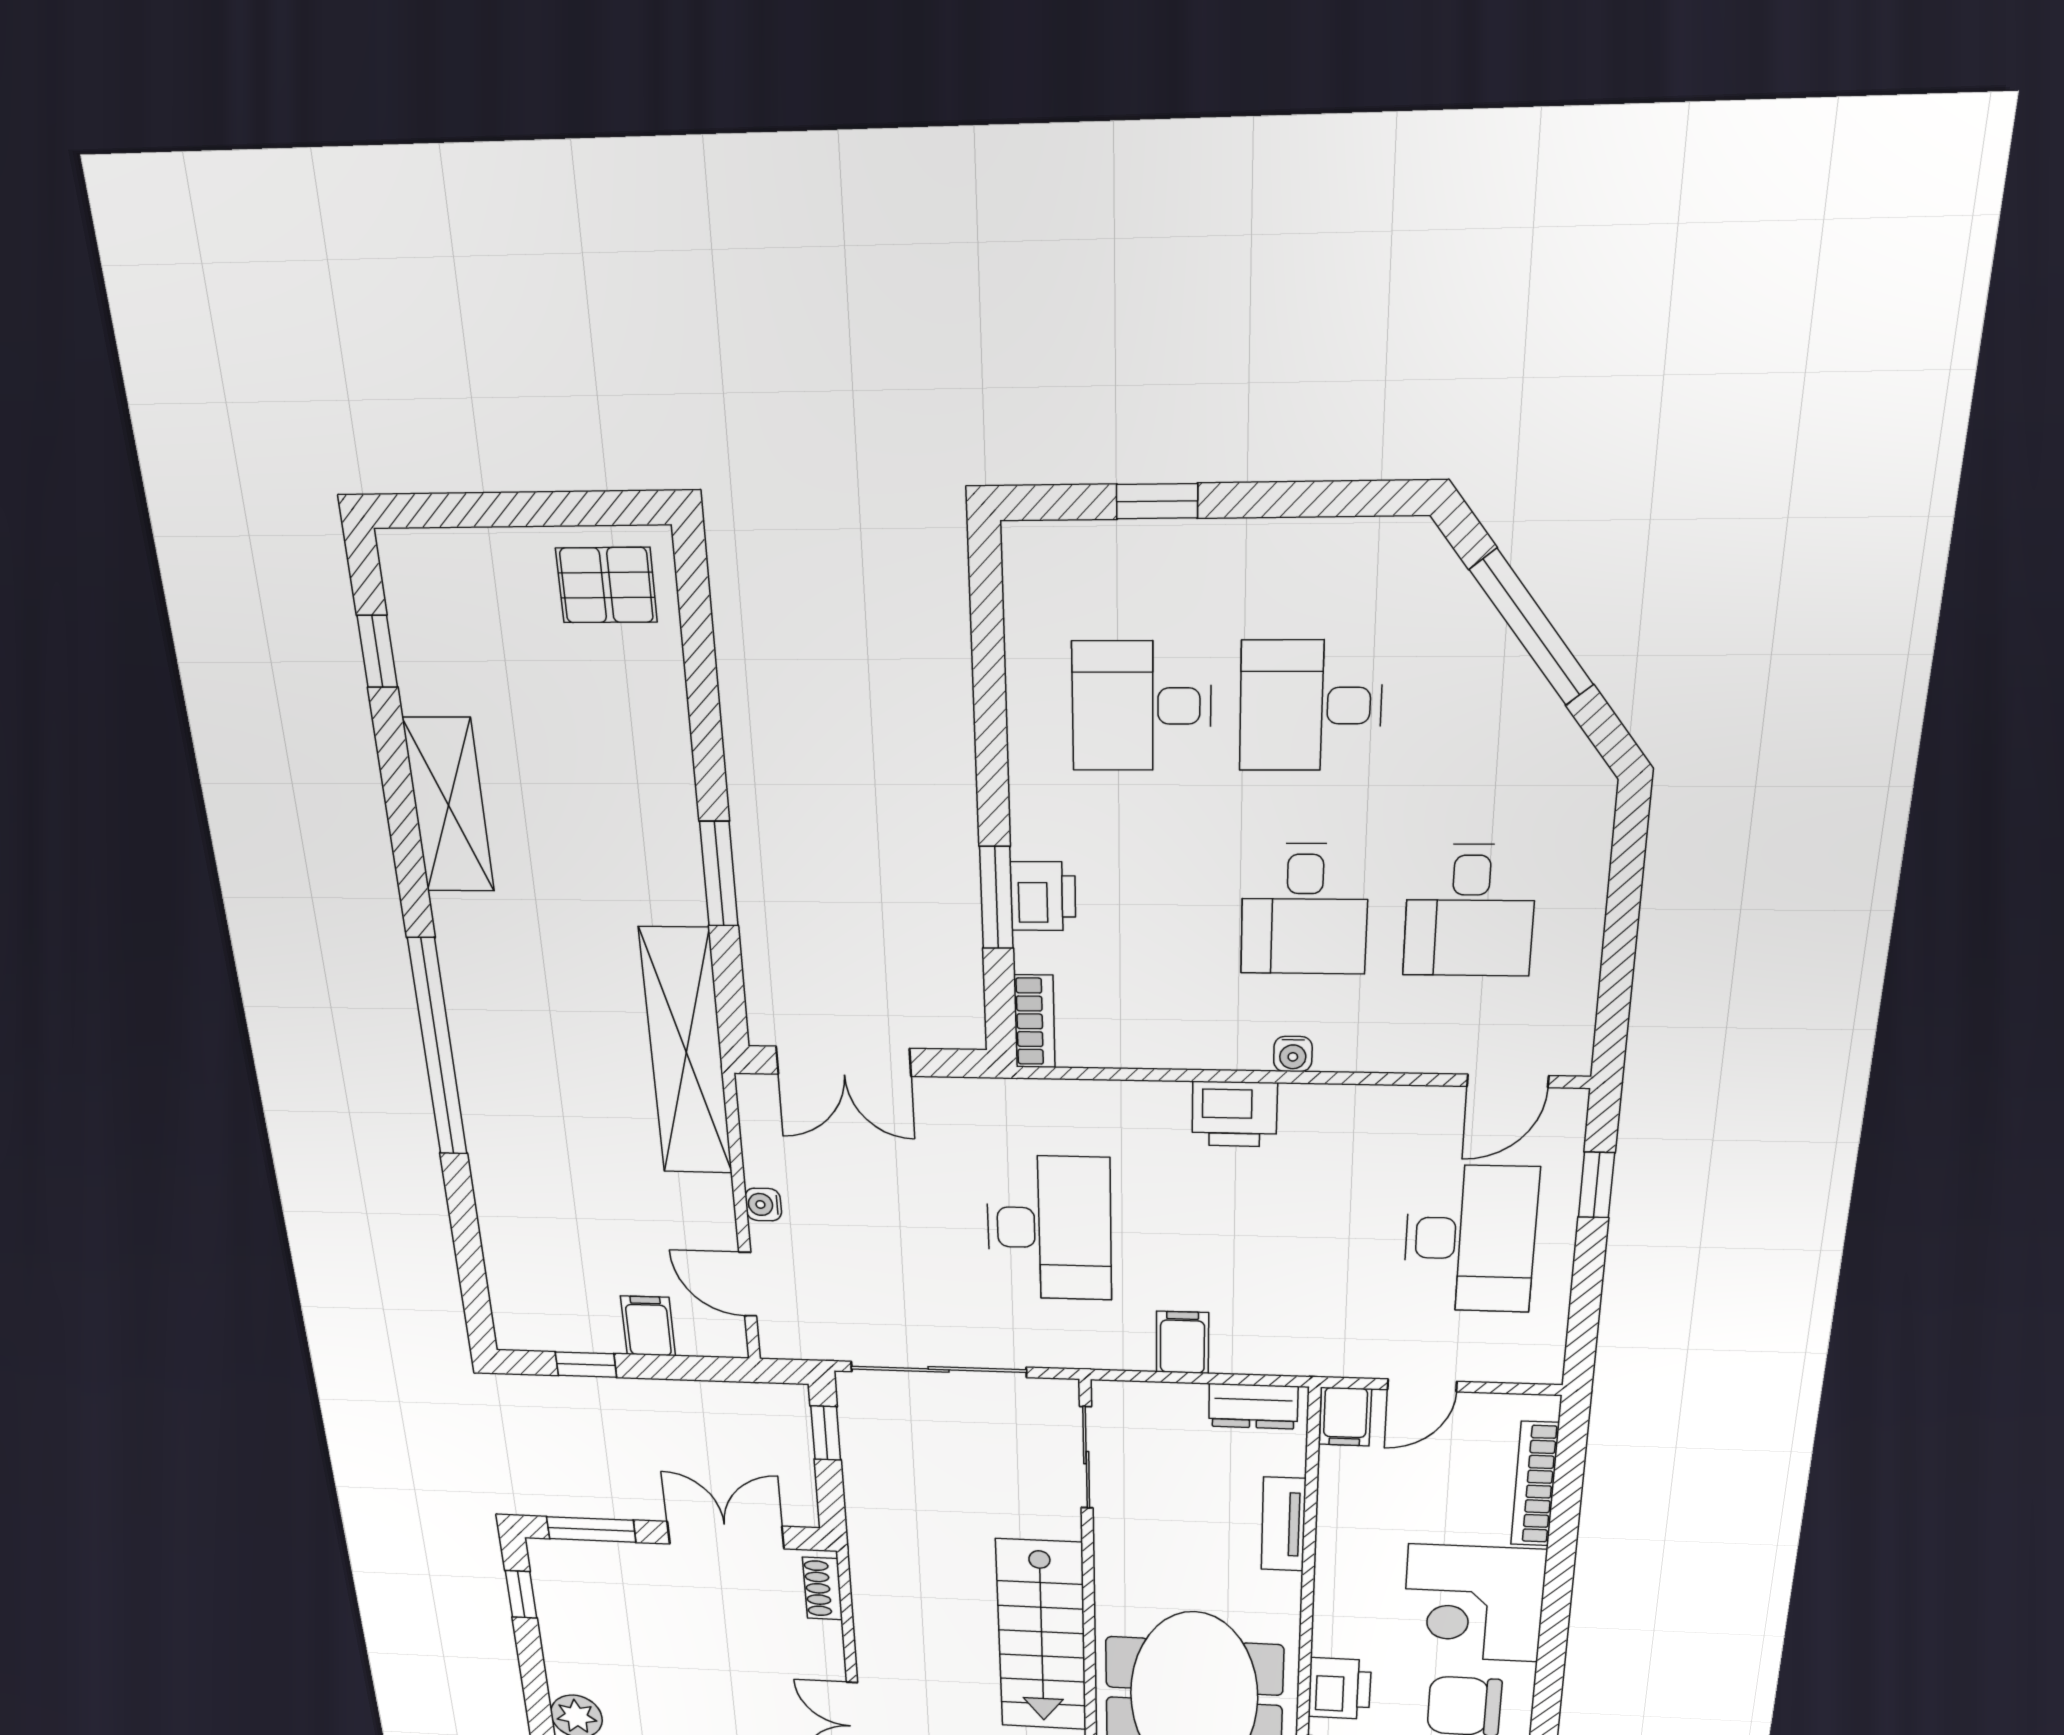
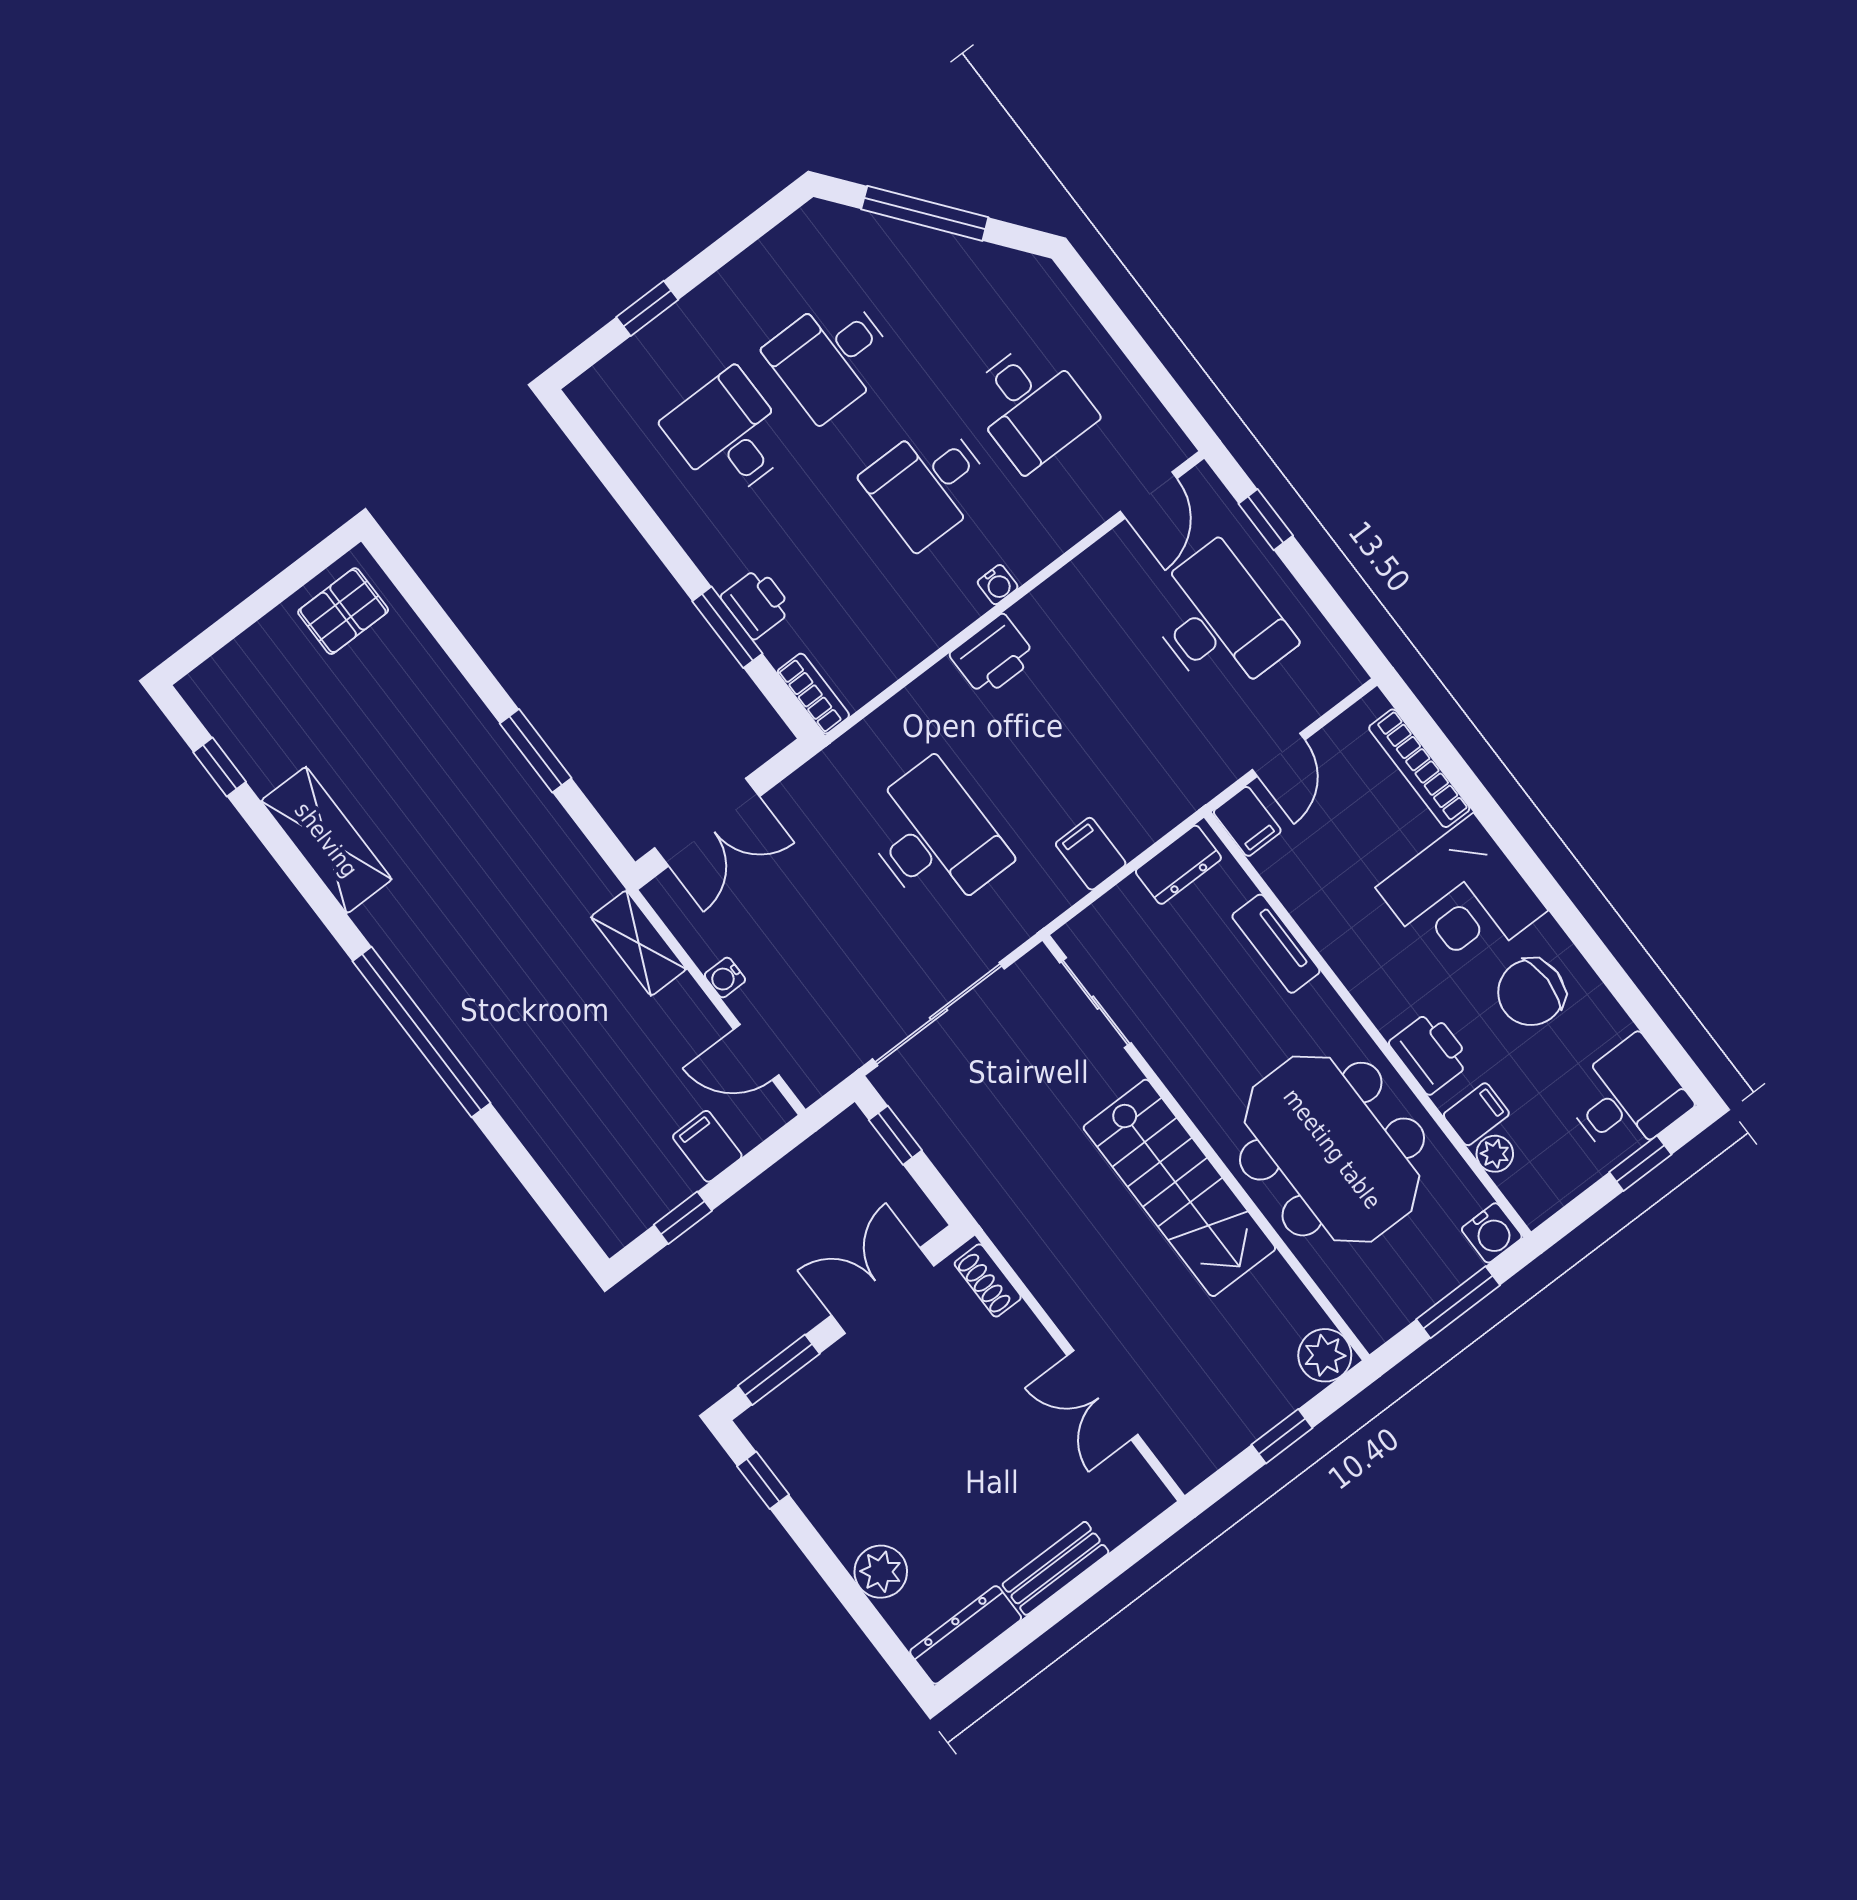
desk: (1142, 706) -> (728, 435), turned 90
desk: (1304, 909) -> (928, 484), turned 90
shelving: (686, 1052) -> (639, 943), width x0.45, depth x0.75

